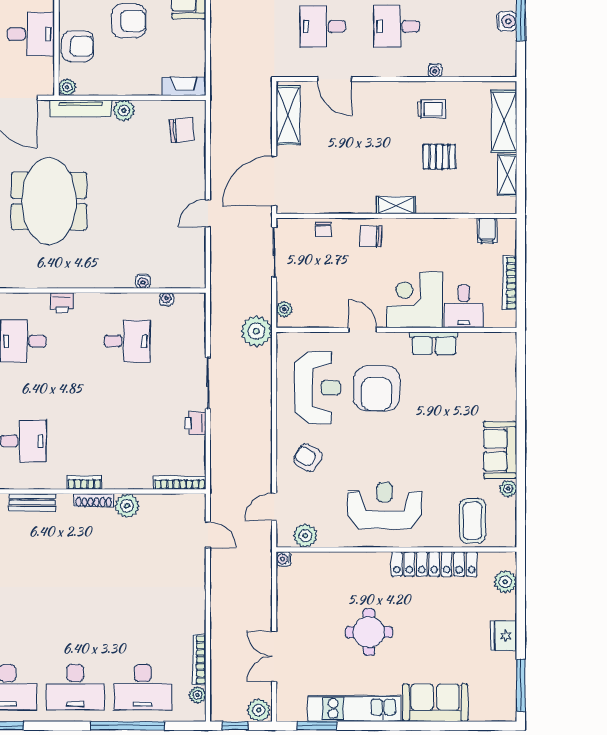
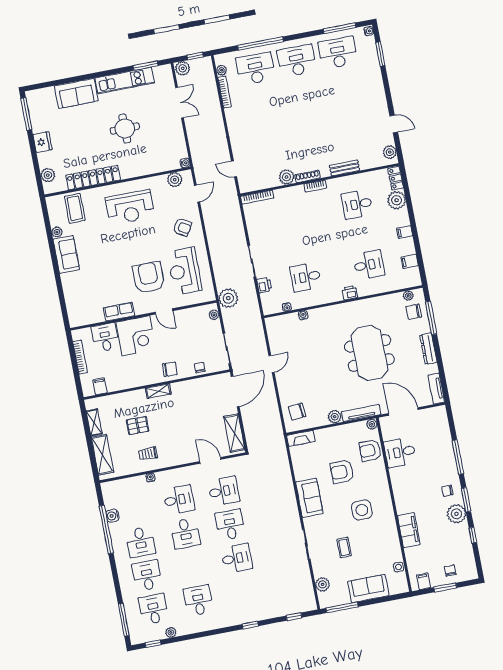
printer: (195, 423) -> (264, 285), moved

